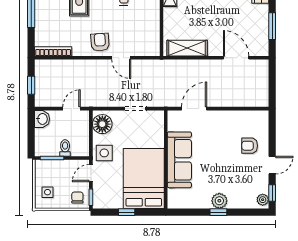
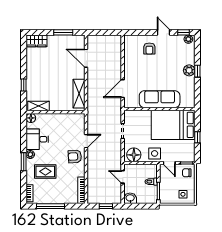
door: (236, 58) -> (86, 58), hinge flipped
door: (194, 109) -> (123, 89), hinge flipped

